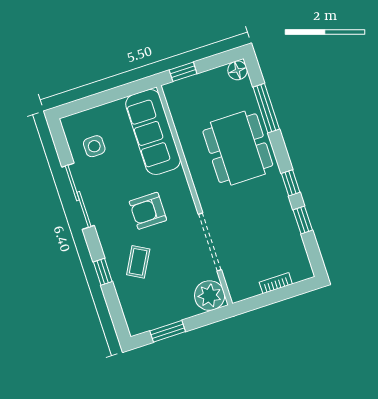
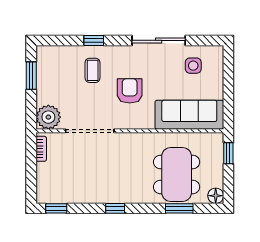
window: (266, 108) -> (179, 208), width x0.69
dining table: (238, 148) -> (177, 174), moved, turned 90
window: (303, 220) -> (56, 208), moved
coffee table: (138, 262) -> (93, 70), turned 61
bookcase: (276, 283) -> (41, 149), moved

